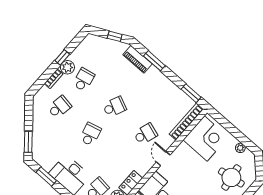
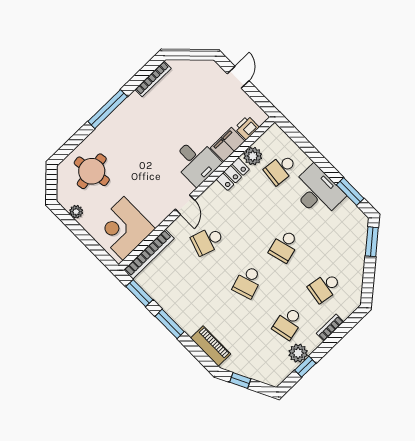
window: (62, 57) -> (305, 367), moved
window: (154, 61) -> (170, 324), moved
plant: (67, 67) -> (298, 353), moved
school desk: (114, 107) -> (248, 282), turned -42

